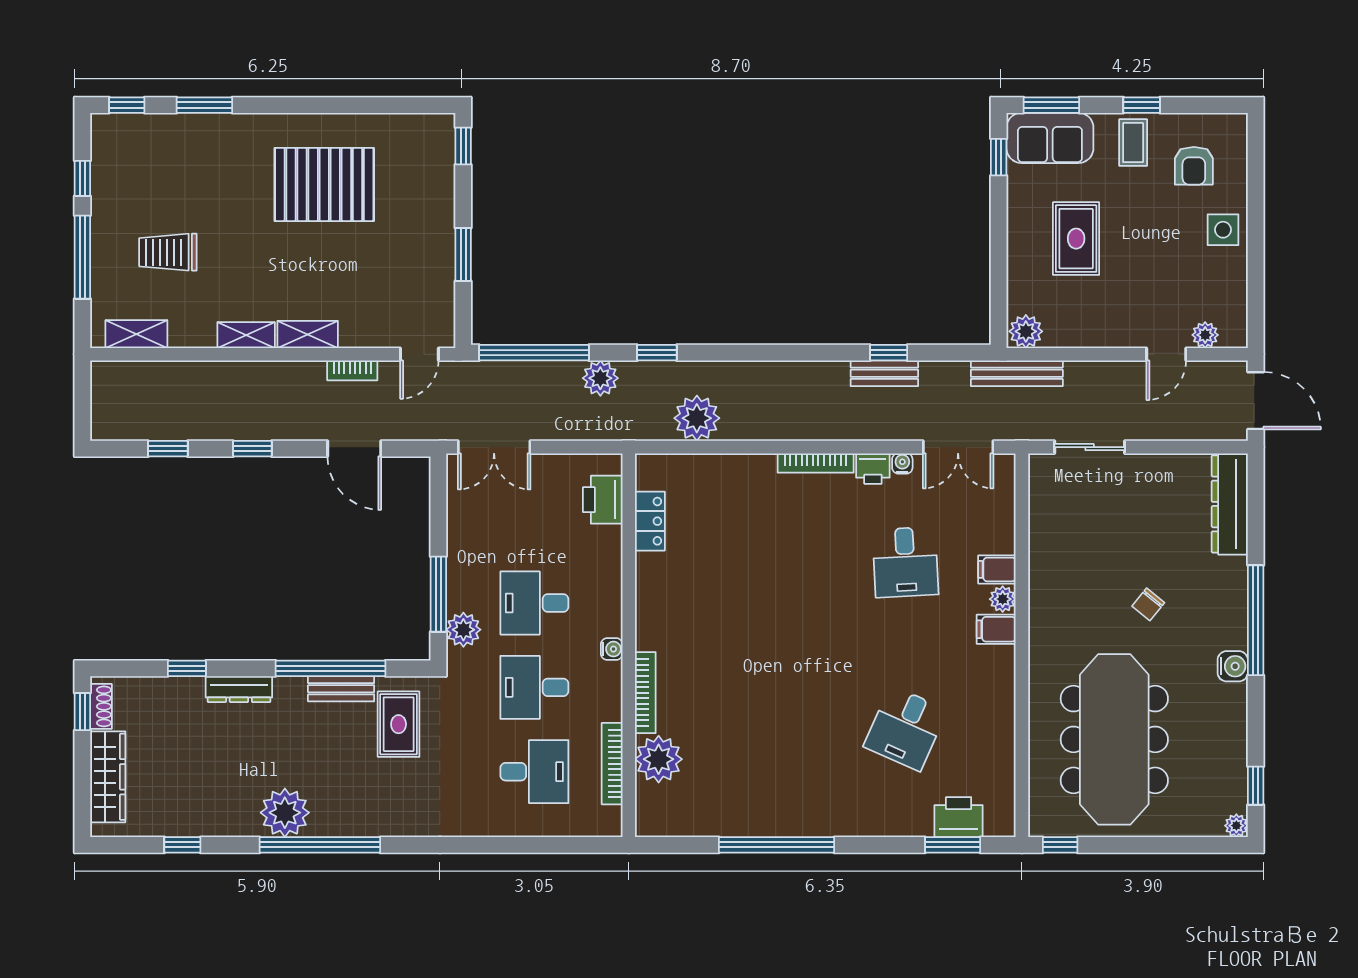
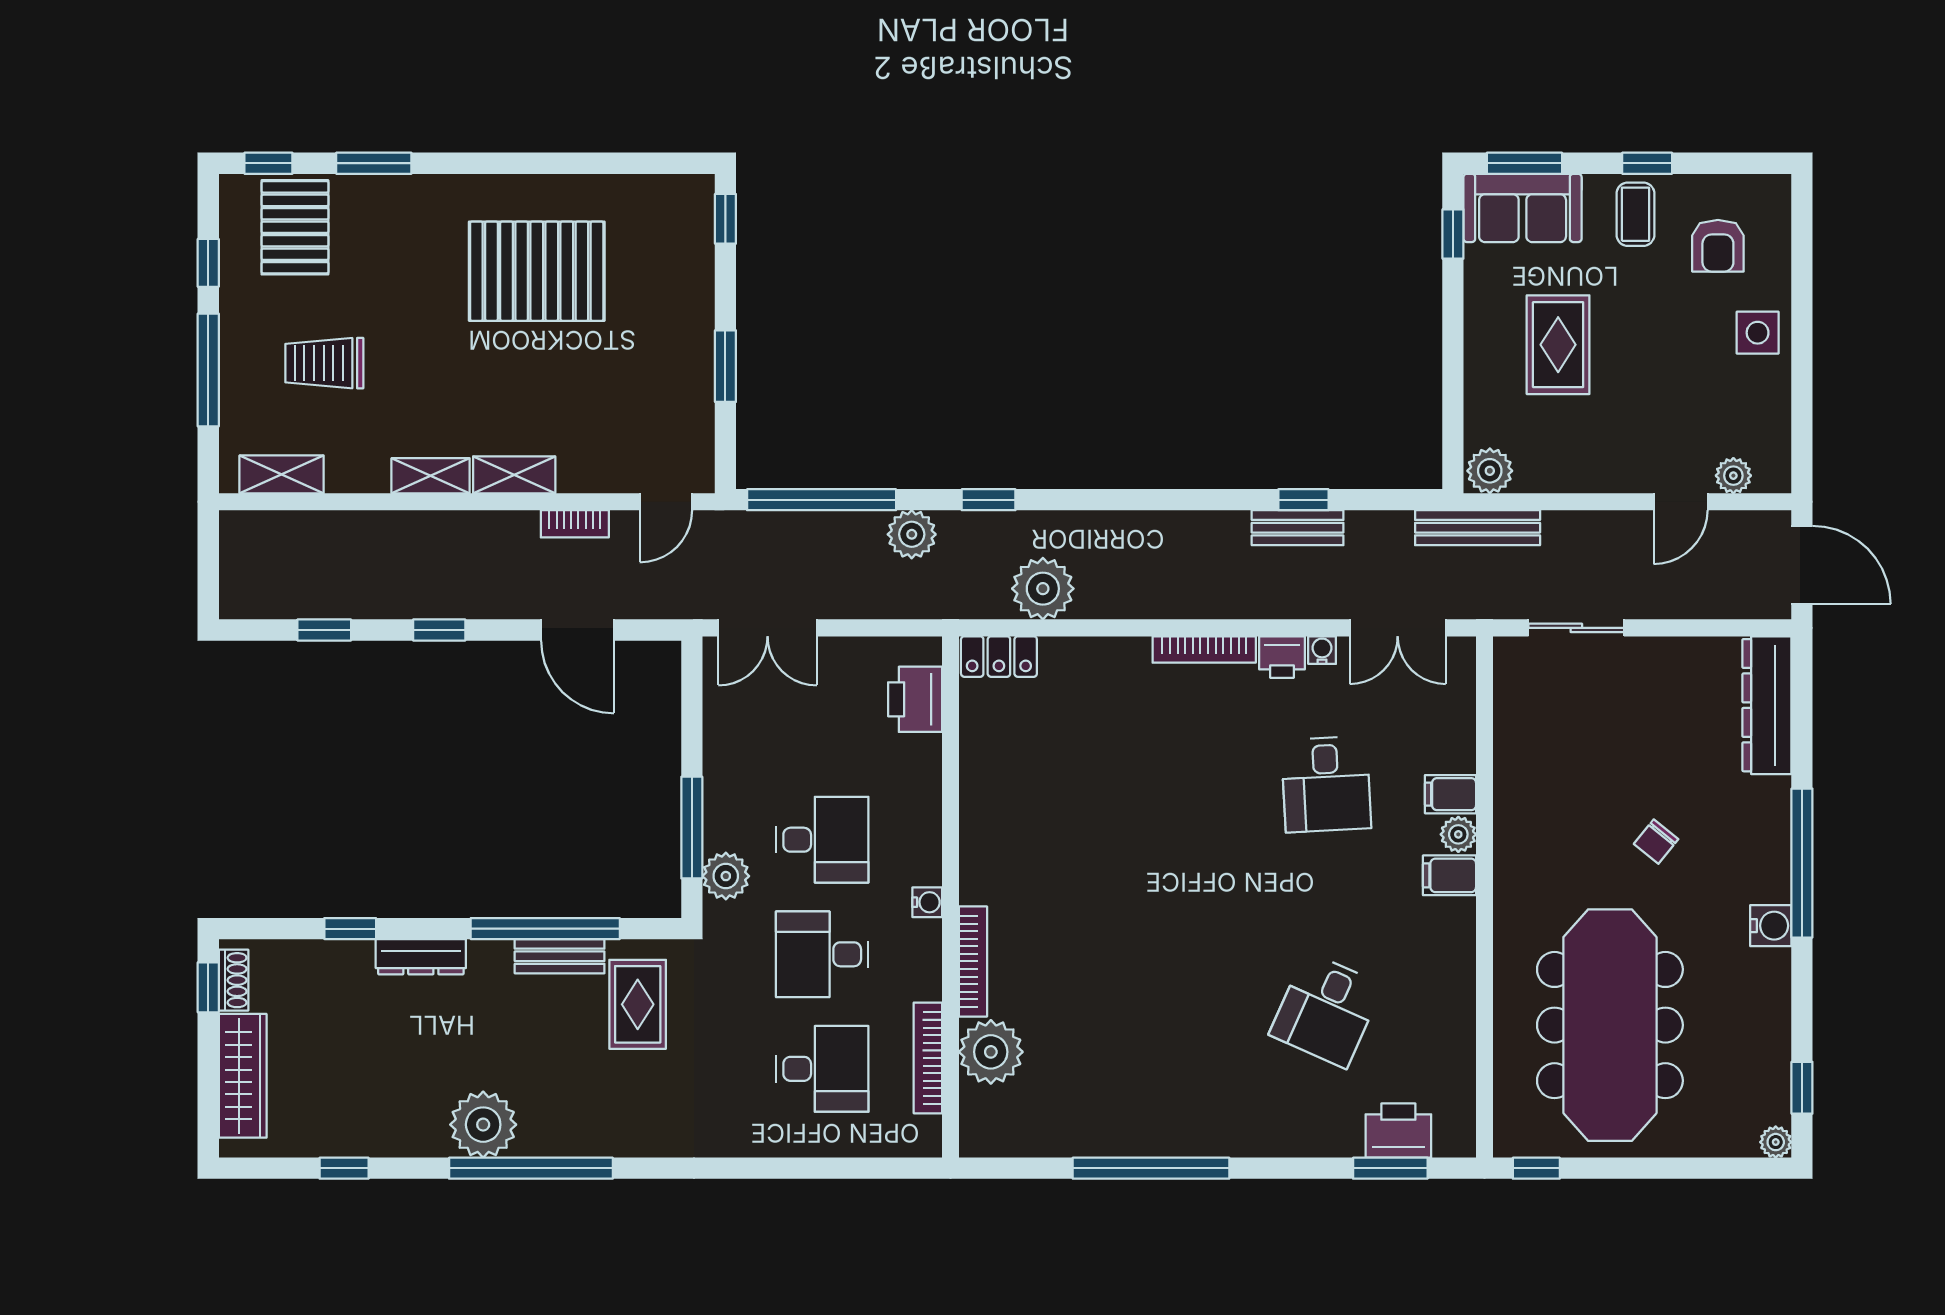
pallet: (146, 152) -> (295, 227), added
locker: (650, 521) -> (999, 657), moved, turned 90
desk: (534, 603) -> (822, 840), turned 180

